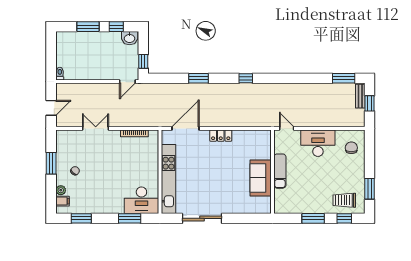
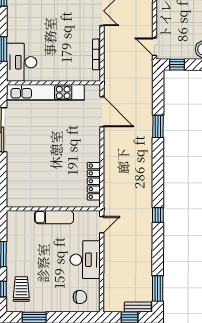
window: (246, 78) -> (158, 215), moved
locker: (221, 136) -> (94, 181), moved, width x1.53
sofa: (261, 178) -> (46, 195), removed

